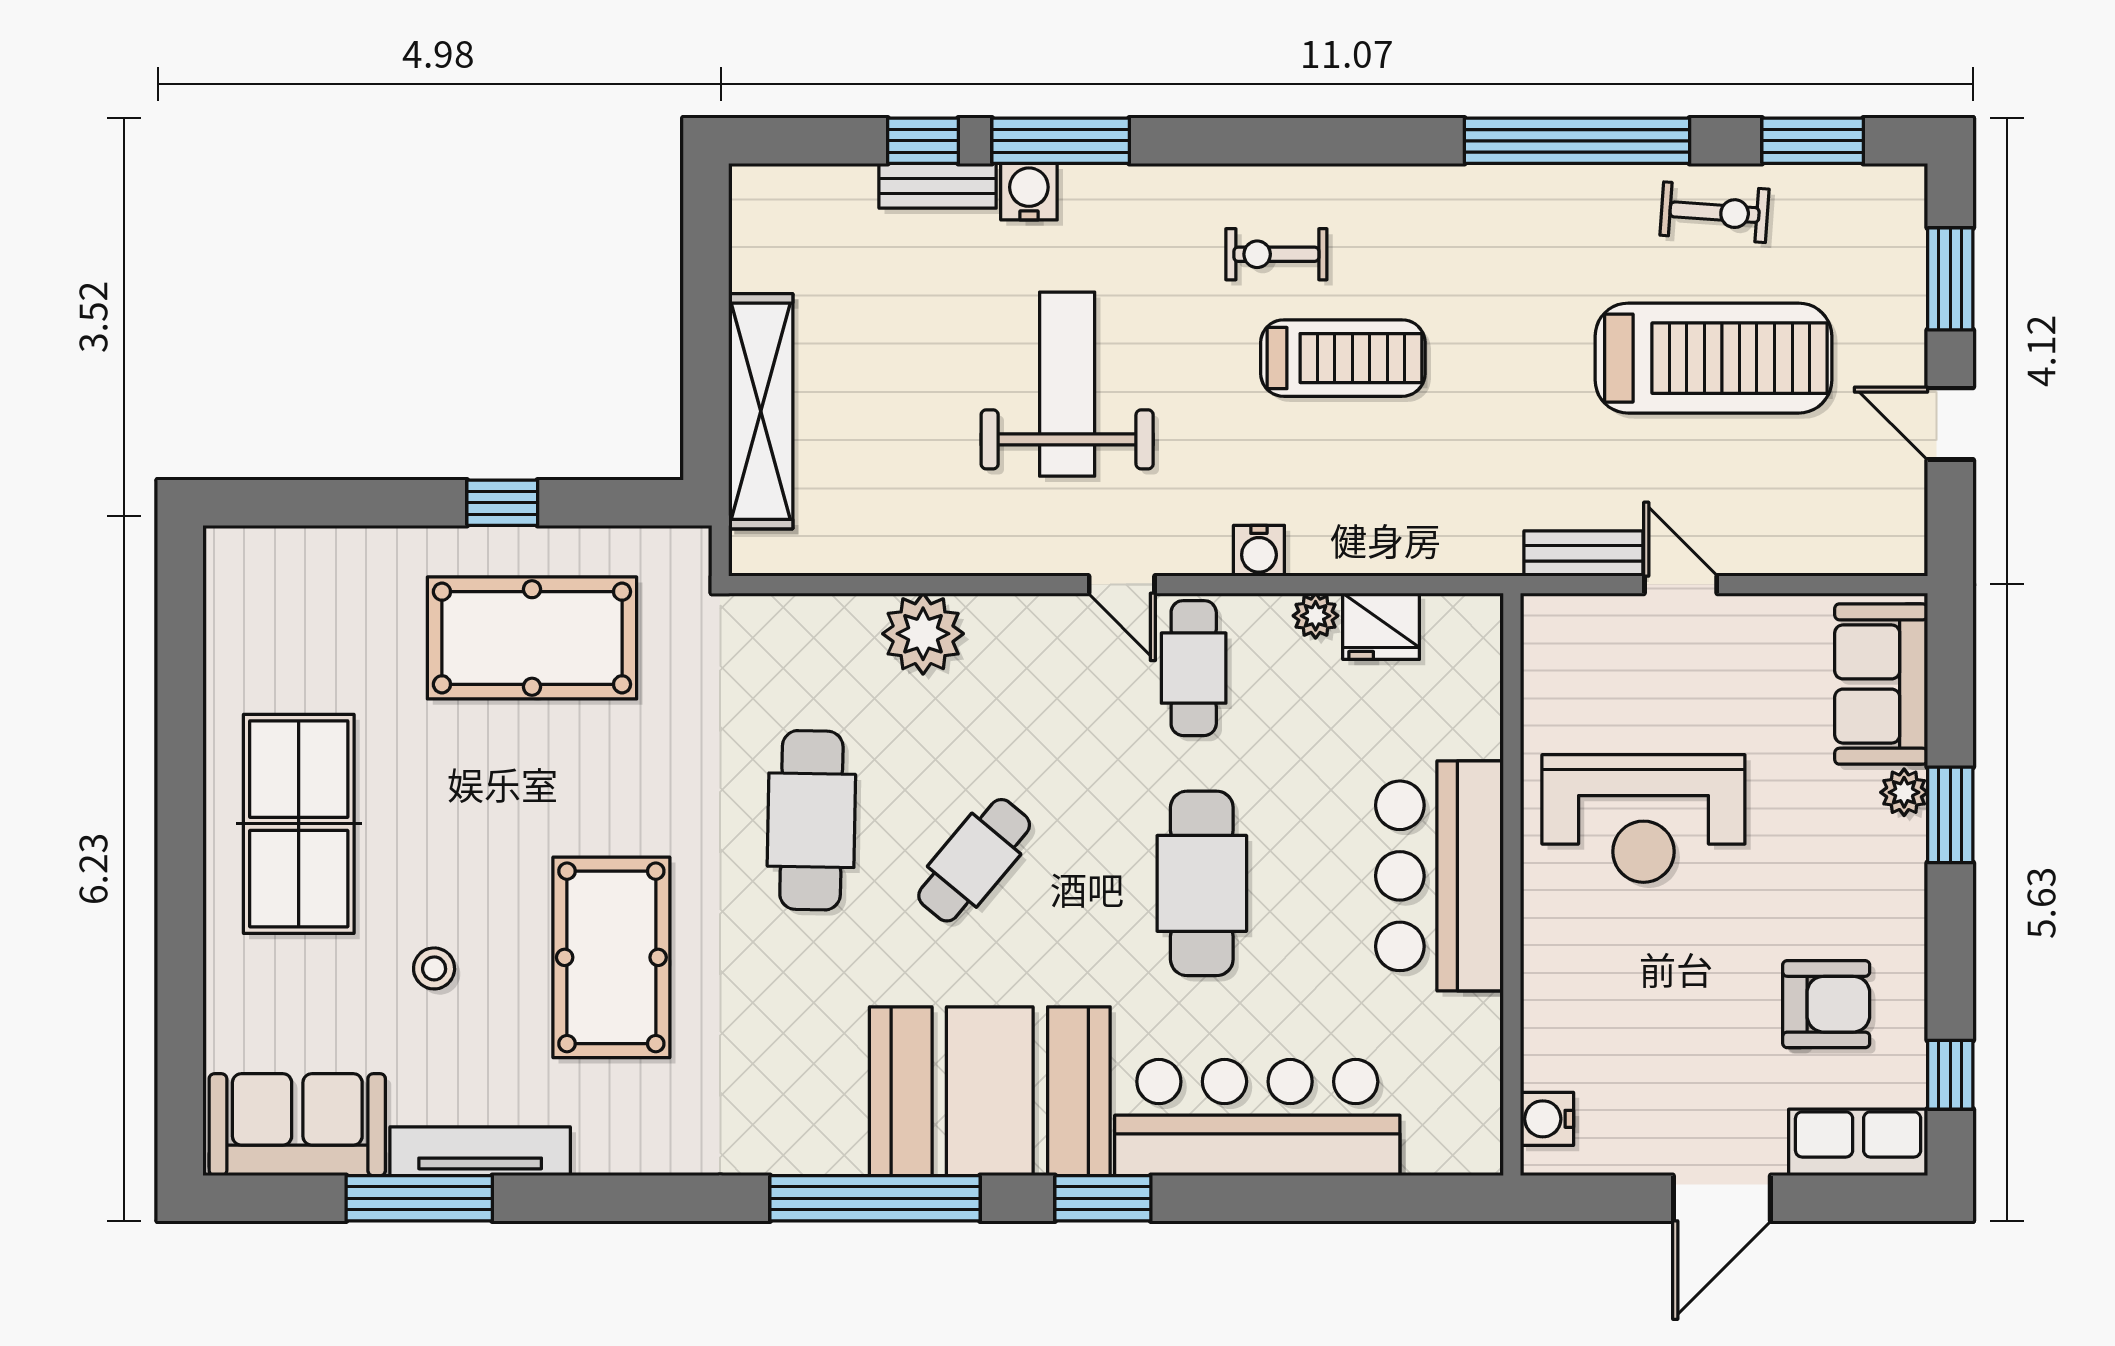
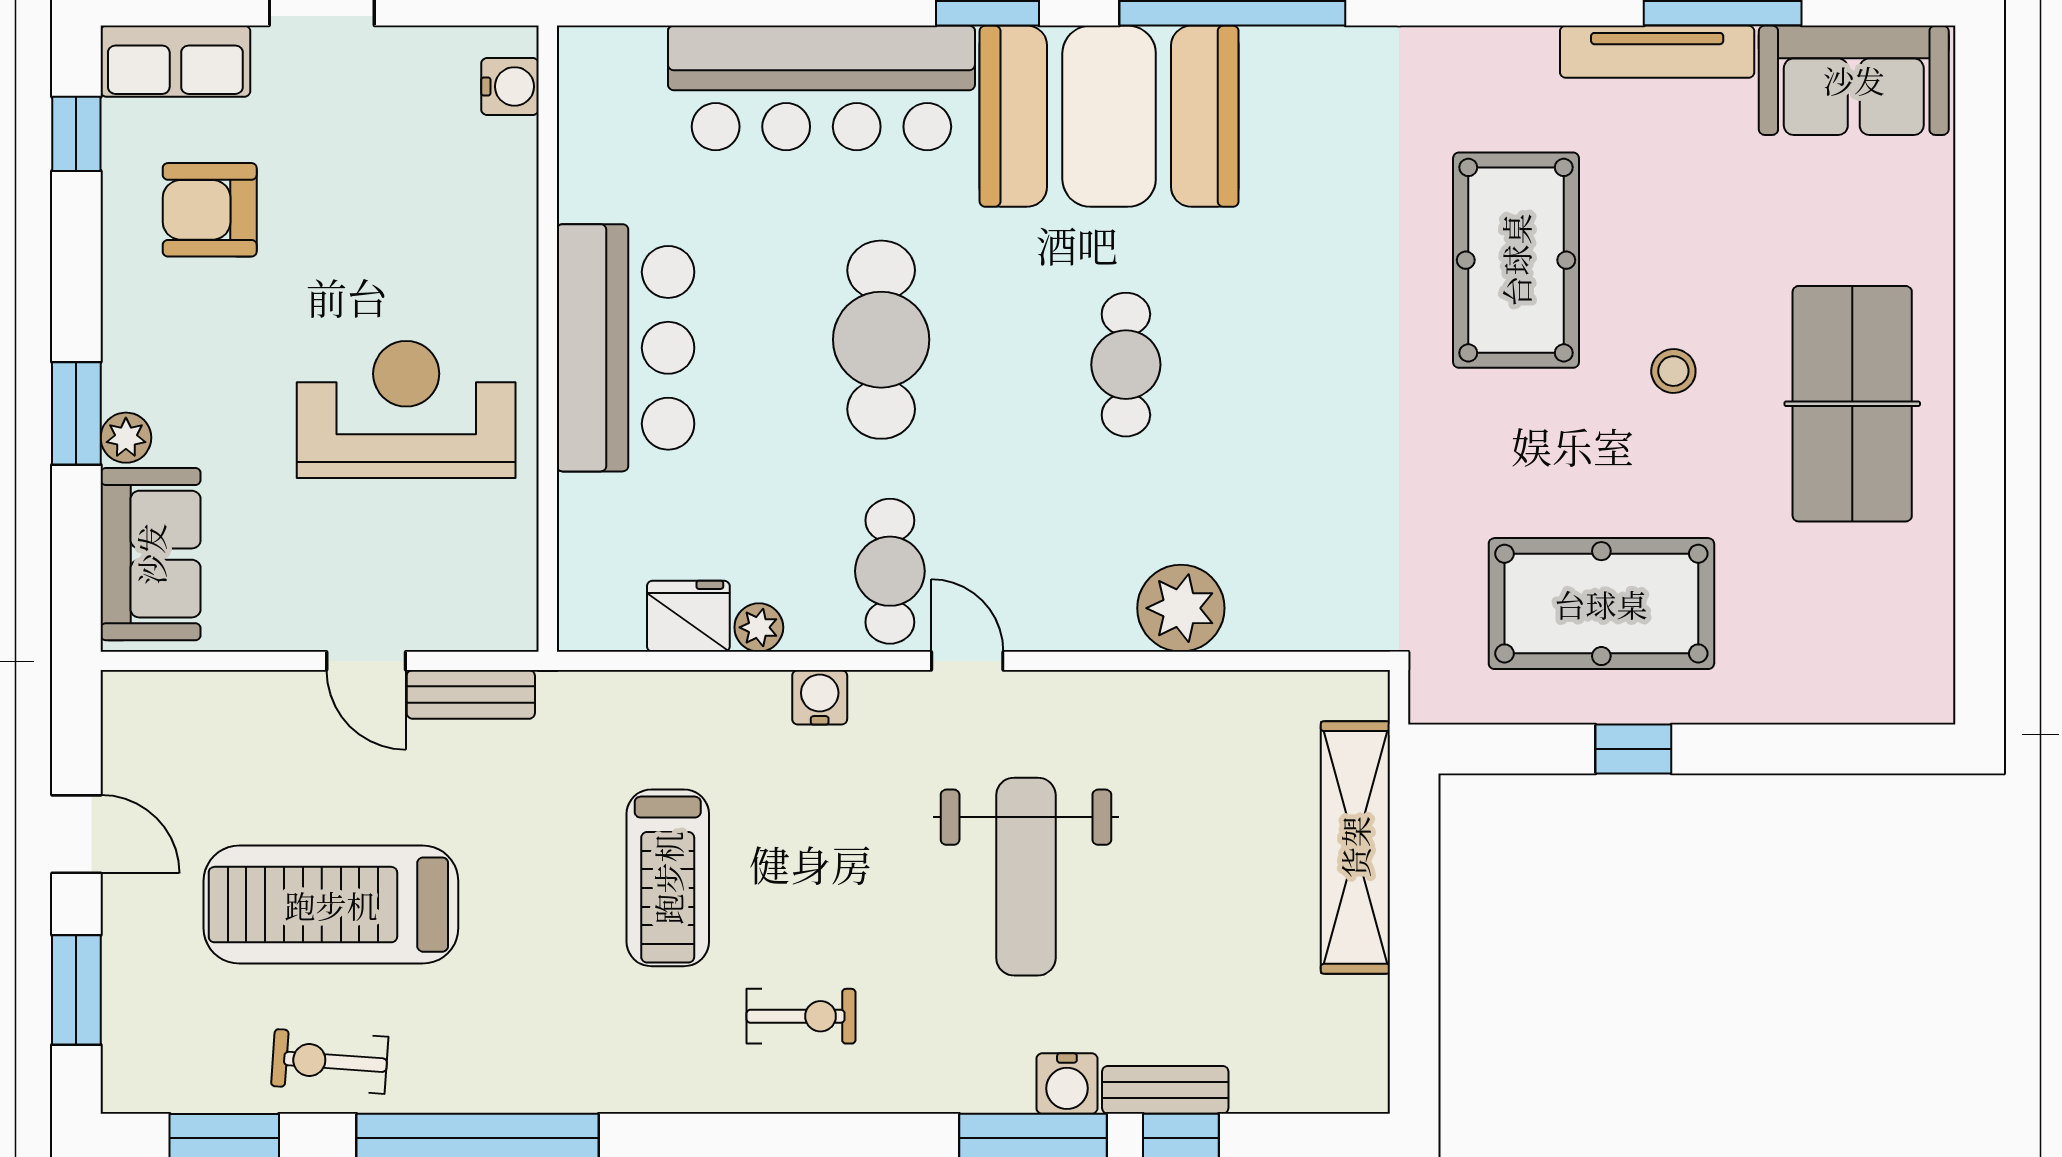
treadmill: (1343, 358) -> (668, 878), moved, turned -90
cafe table: (811, 820) -> (1301, 408), removed
cafe table: (974, 860) -> (1126, 365), turned -40
stool: (434, 968) -> (1673, 371), moved

